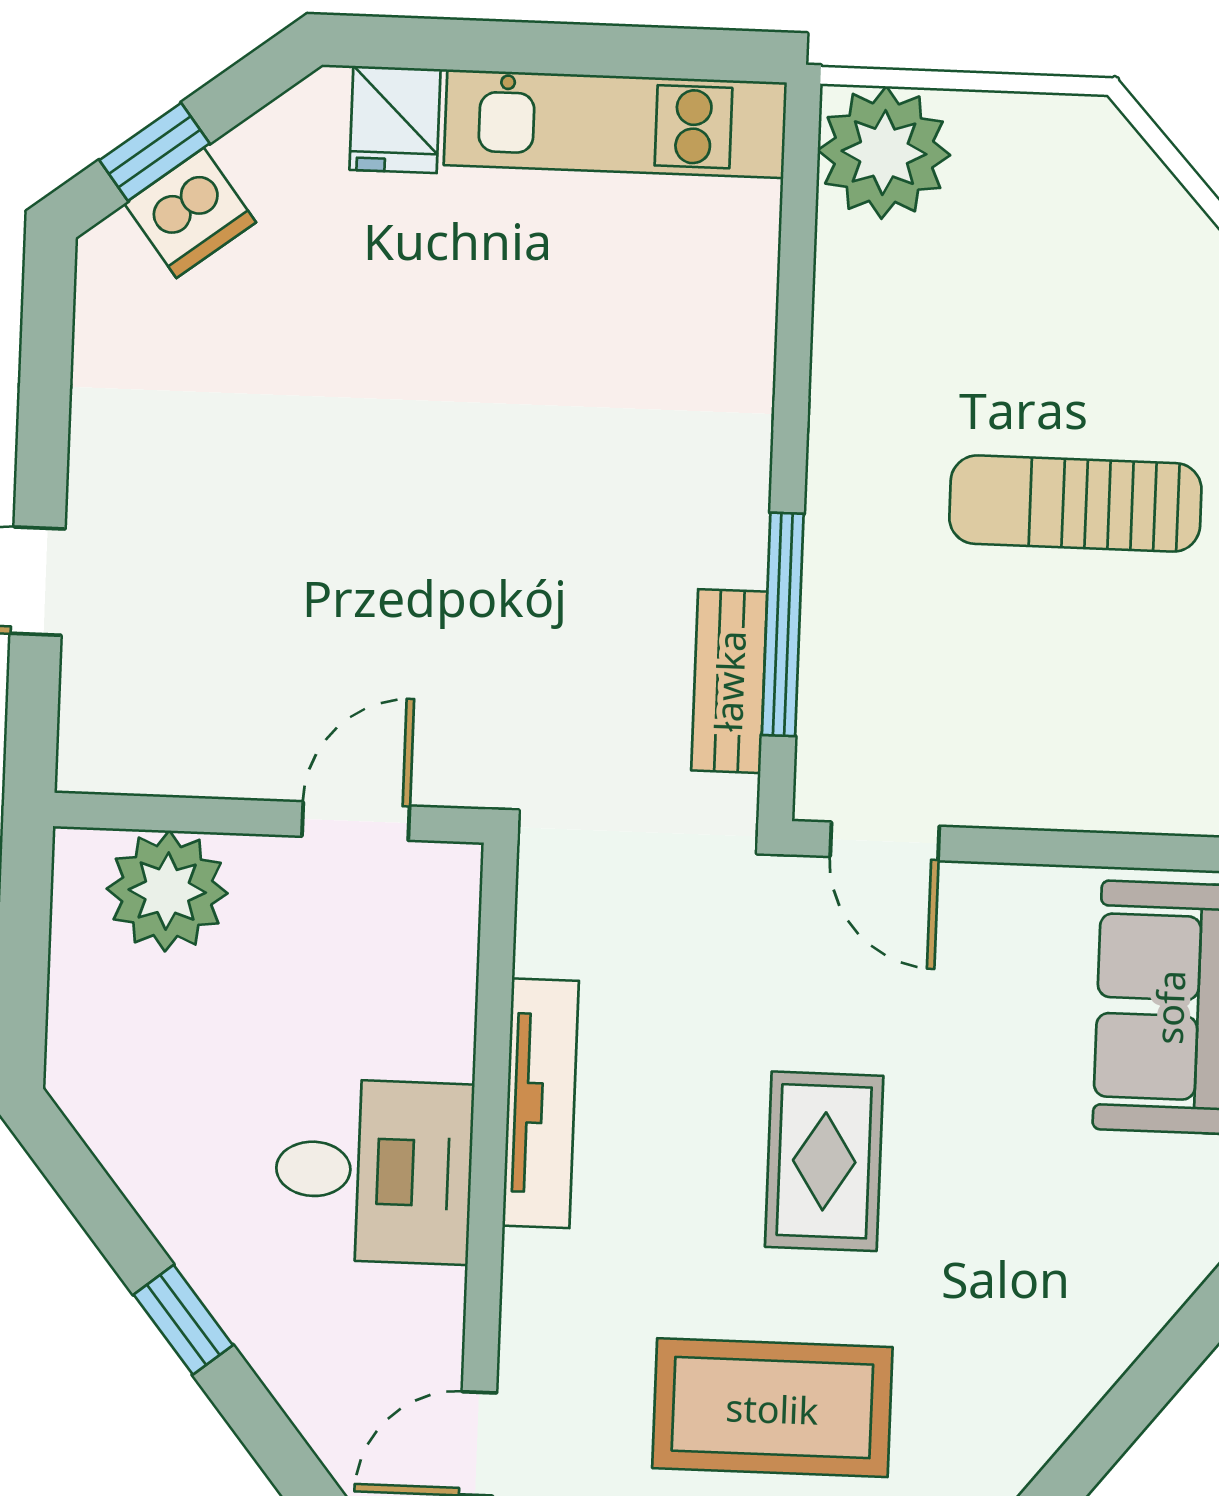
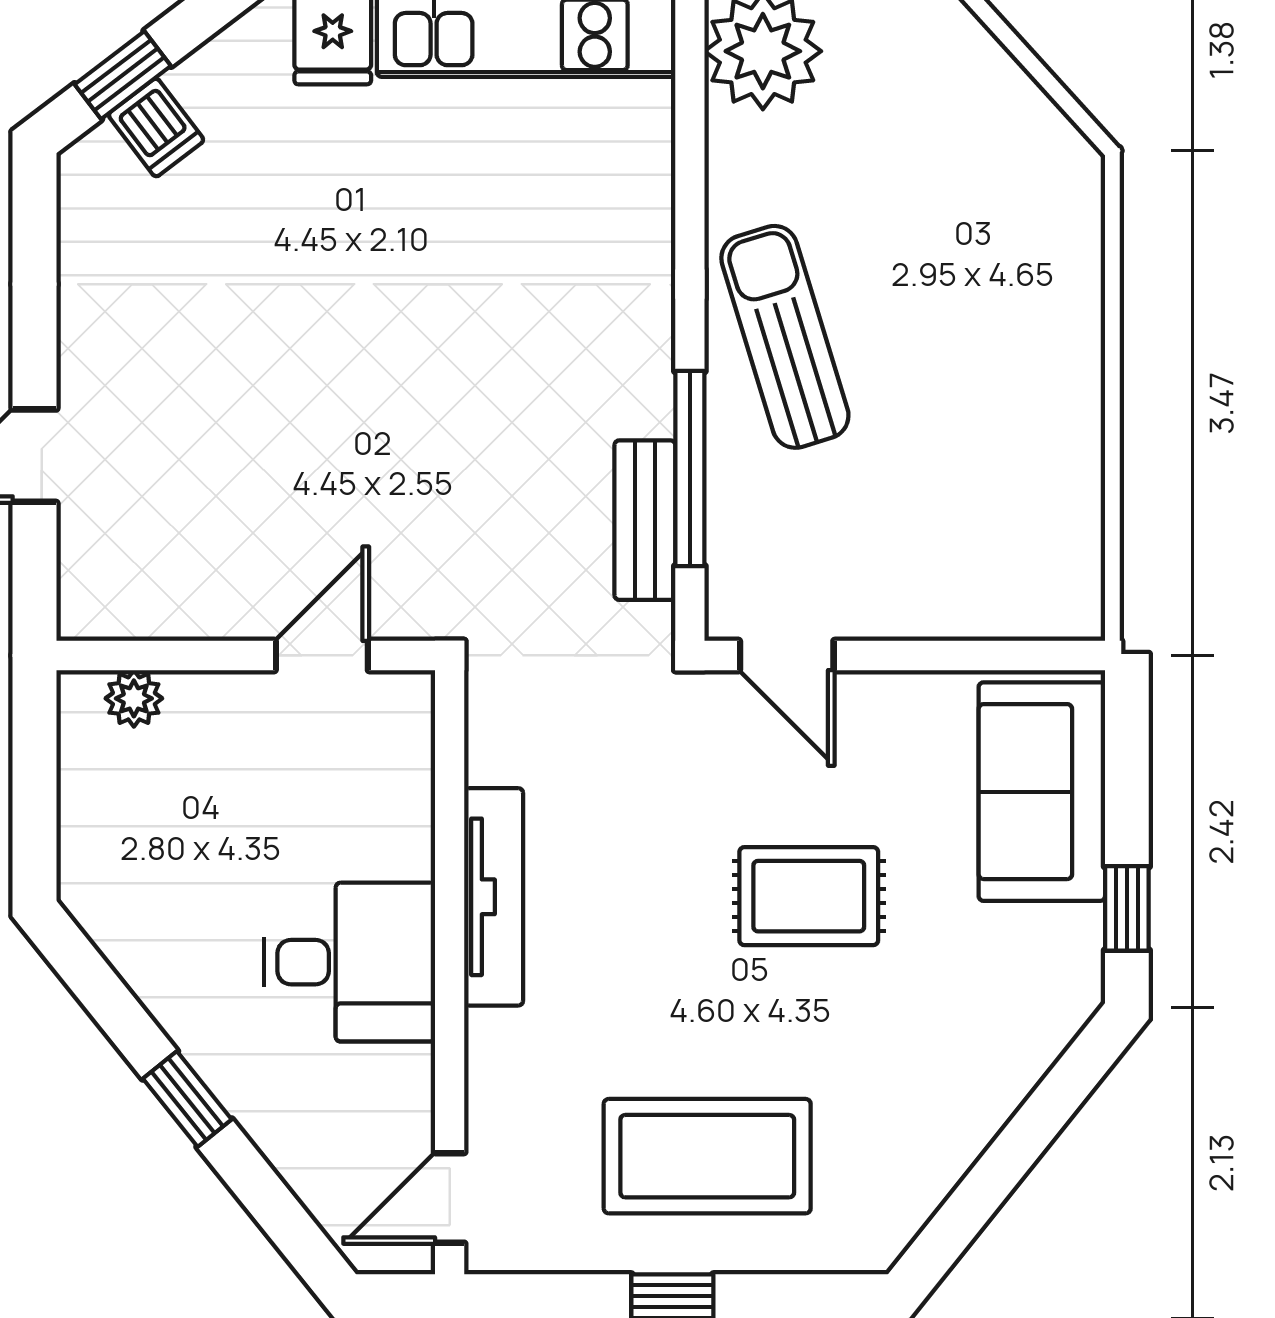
dishwasher: (190, 213) -> (156, 127), width x0.73
sun lounger: (1075, 504) -> (785, 337), moved, turned 73
plant: (167, 891) -> (134, 698), width x0.53, depth x0.53
rug: (824, 1161) -> (809, 896), moved, turned 90

